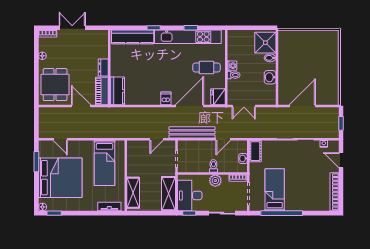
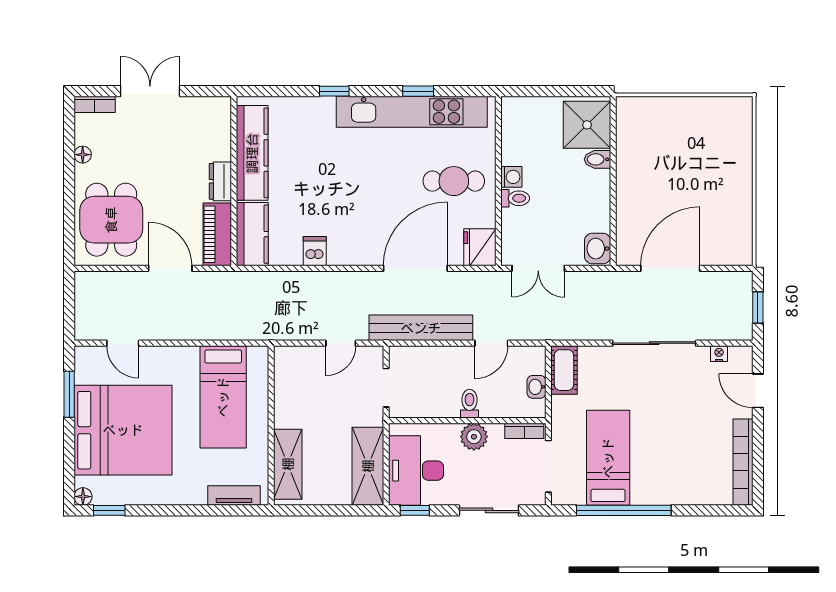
kitchen counter: (133, 37) -> (252, 153), moved, turned -90
washbasin: (270, 77) -> (598, 249), moved
dishwasher: (166, 98) -> (315, 251), moved

